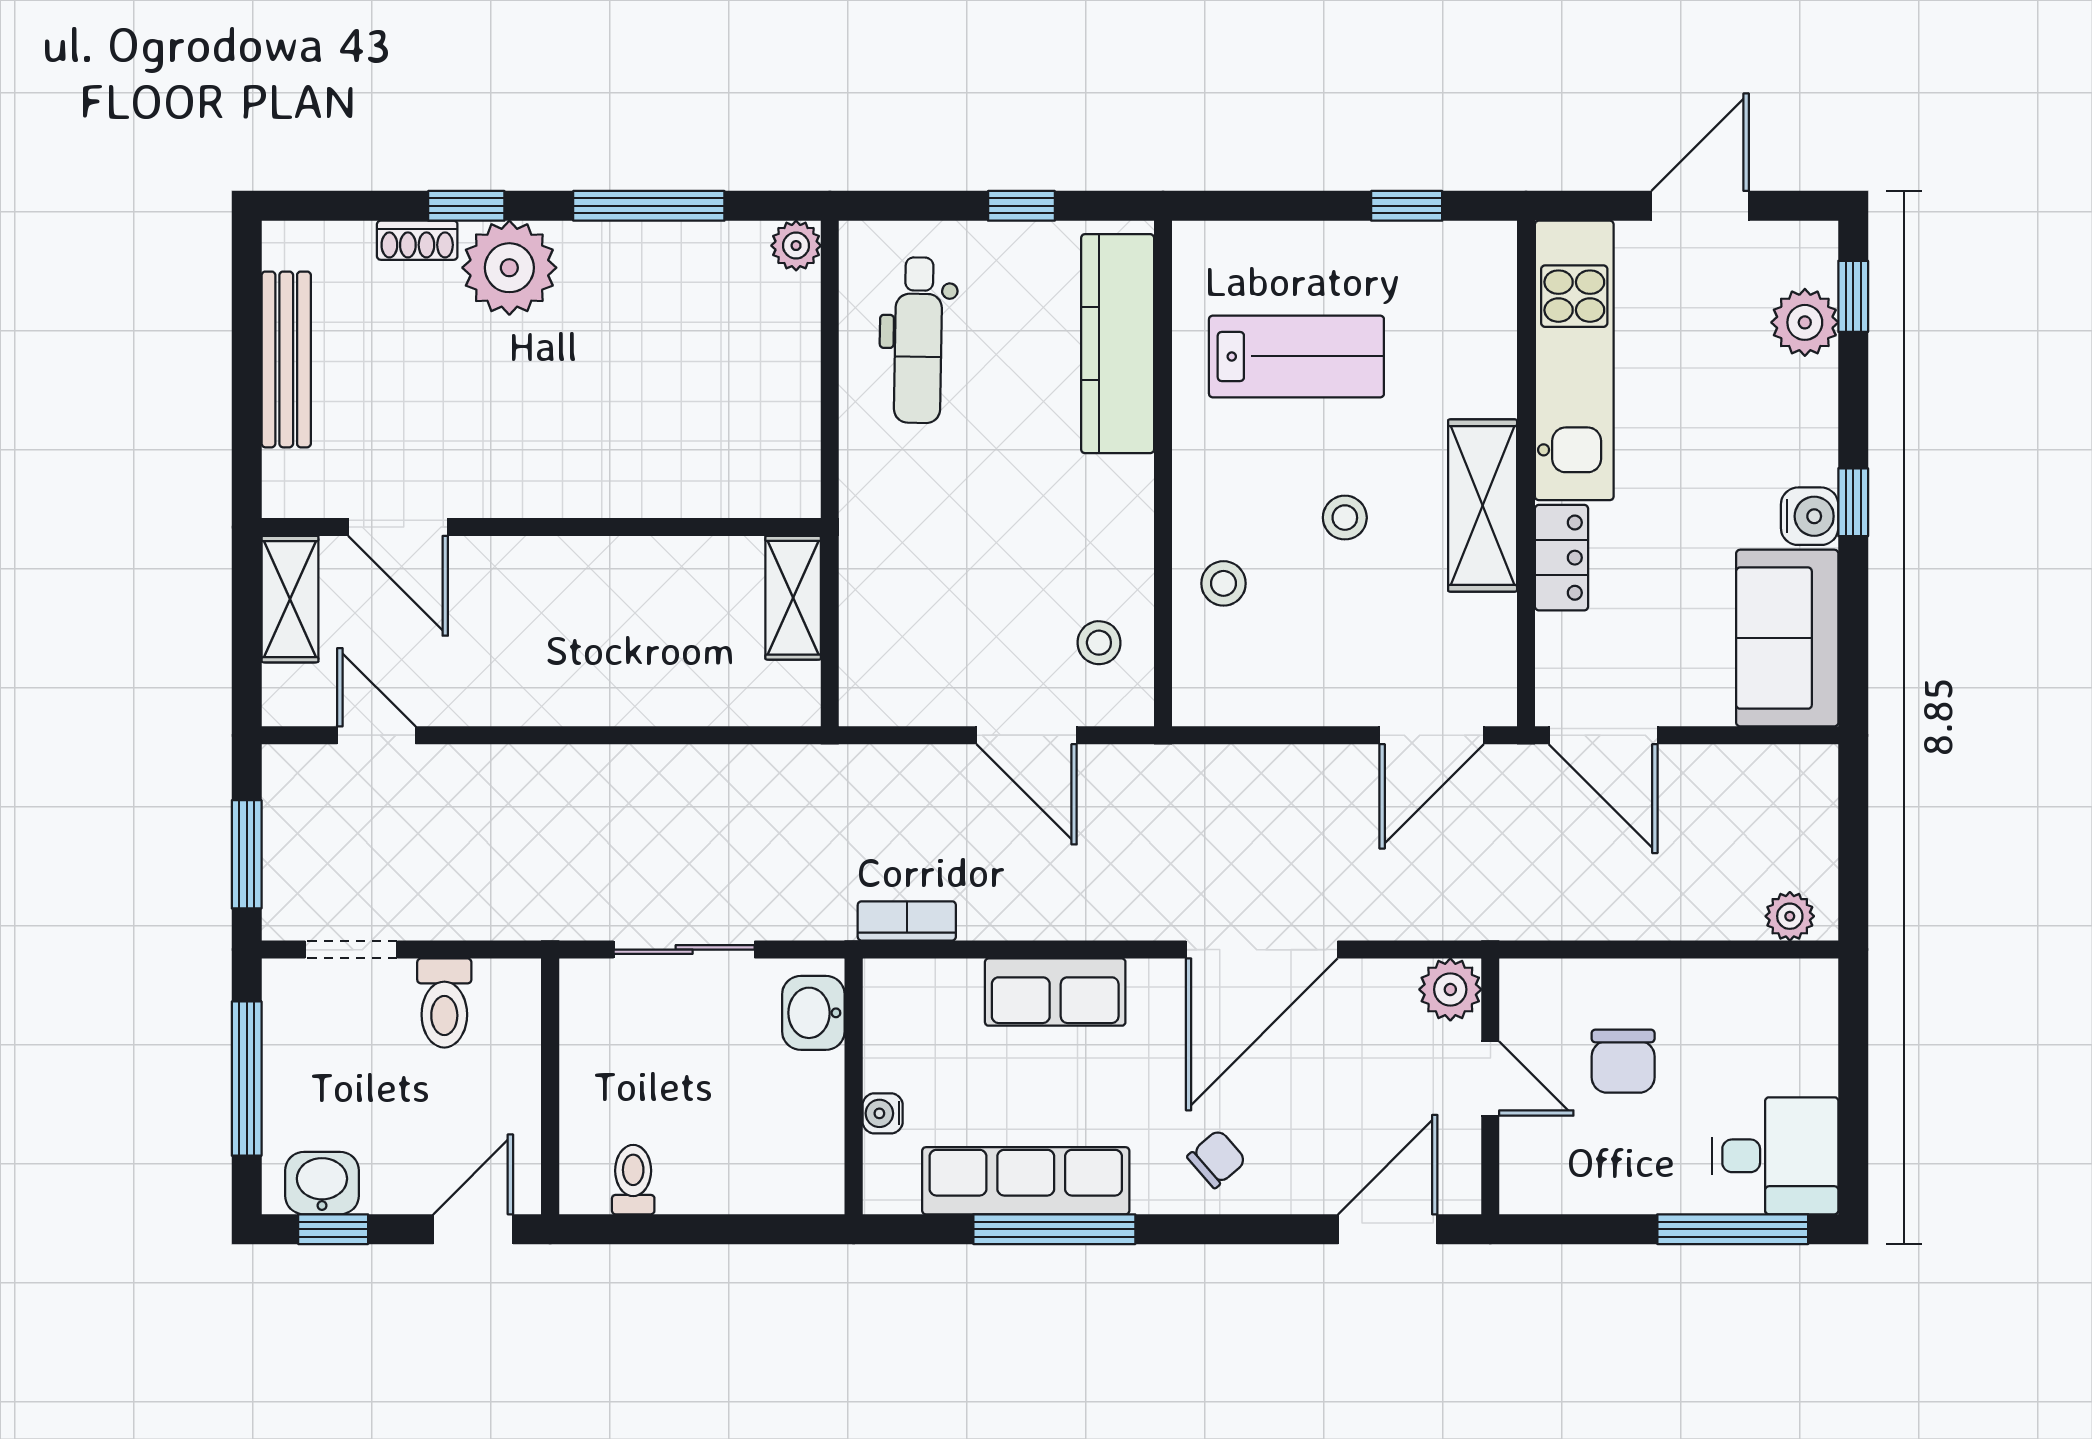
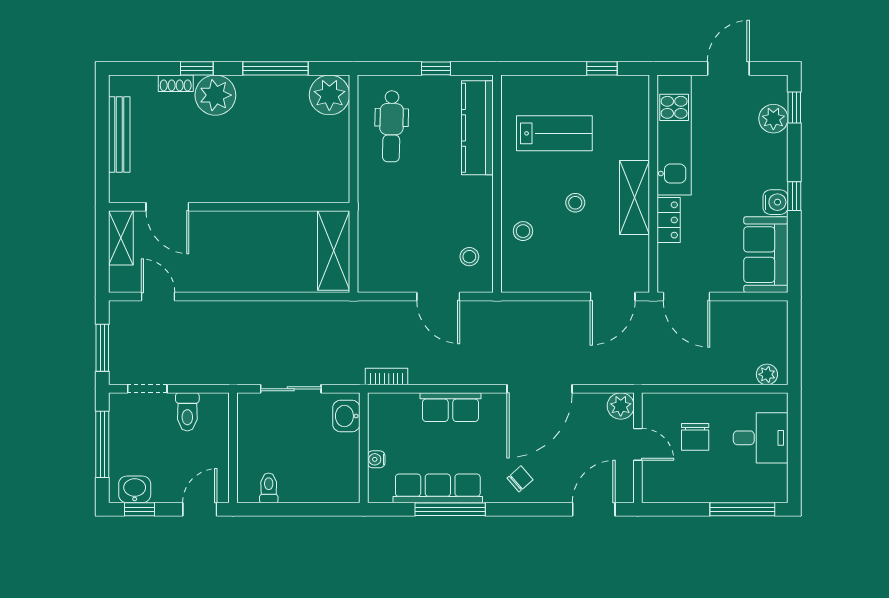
plant: (796, 246) -> (329, 95), width x1.88, depth x1.88
shelving: (793, 598) -> (334, 251), width x1.50, depth x1.33
desk: (1775, 1156) -> (761, 438), moved

